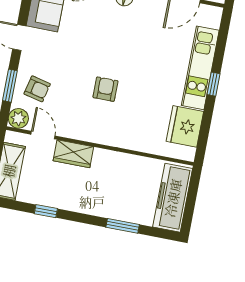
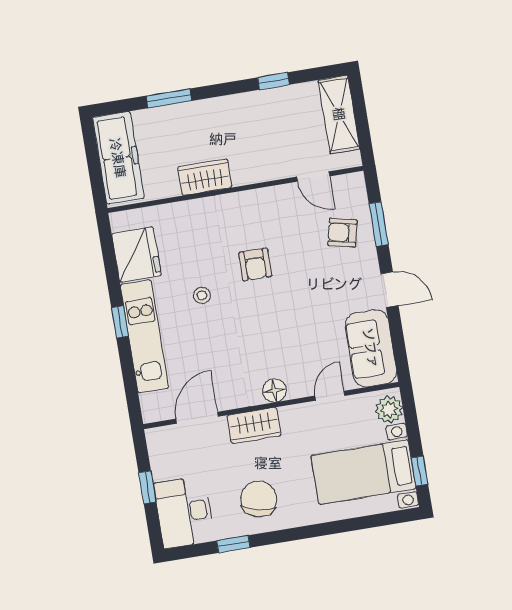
stool: (150, 81) -> (202, 295), added
plant: (18, 118) -> (352, 186), removed
wardrobe: (73, 154) -> (205, 177), moved

